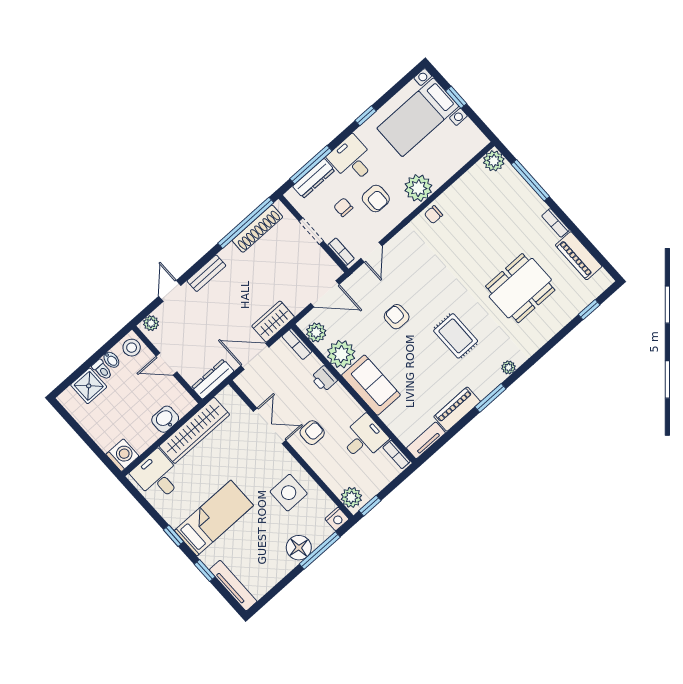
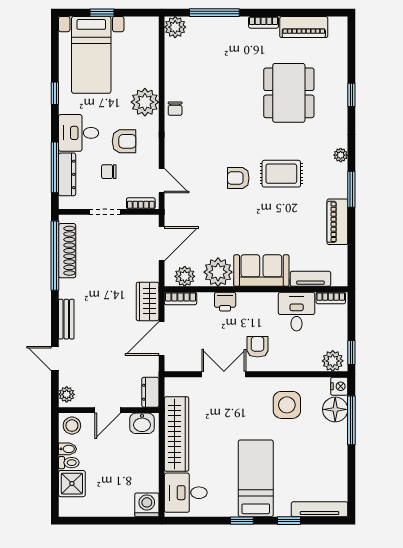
window: (589, 310) -> (351, 95), moved
armchair: (397, 317) -> (238, 178), moved
dresser: (213, 379) -> (150, 392), width x0.70
washbasin: (165, 419) -> (142, 423), moved, turned -90
tv unit: (426, 440) -> (310, 279), moved, turned 90
floor lamp: (299, 548) -> (335, 409), moved

